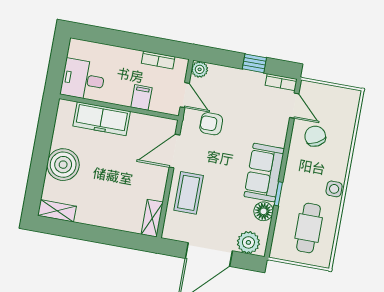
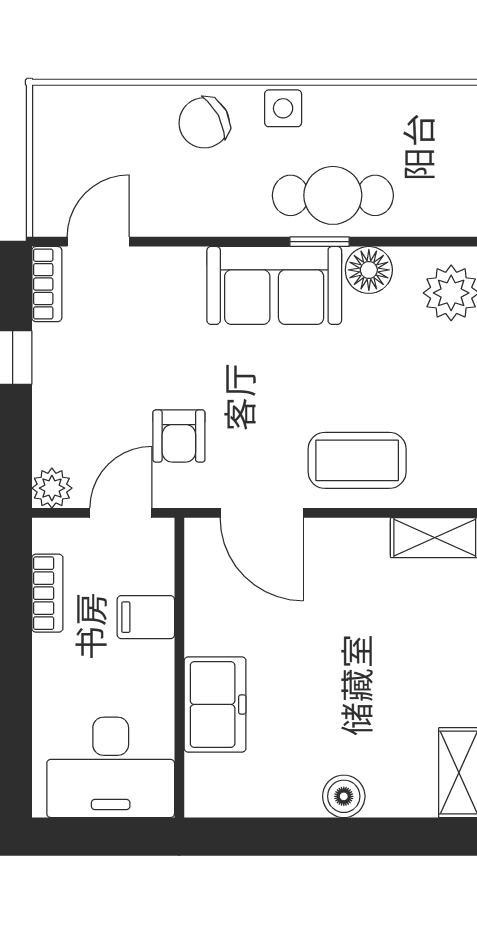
desk: (83, 79) -> (111, 767), width x1.37
freezer: (102, 119) -> (215, 704), width x0.71
chair: (315, 136) -> (204, 123), moved
boiler: (63, 165) -> (344, 796), width x0.54, depth x0.54
cafe table: (309, 228) -> (333, 195), moved

